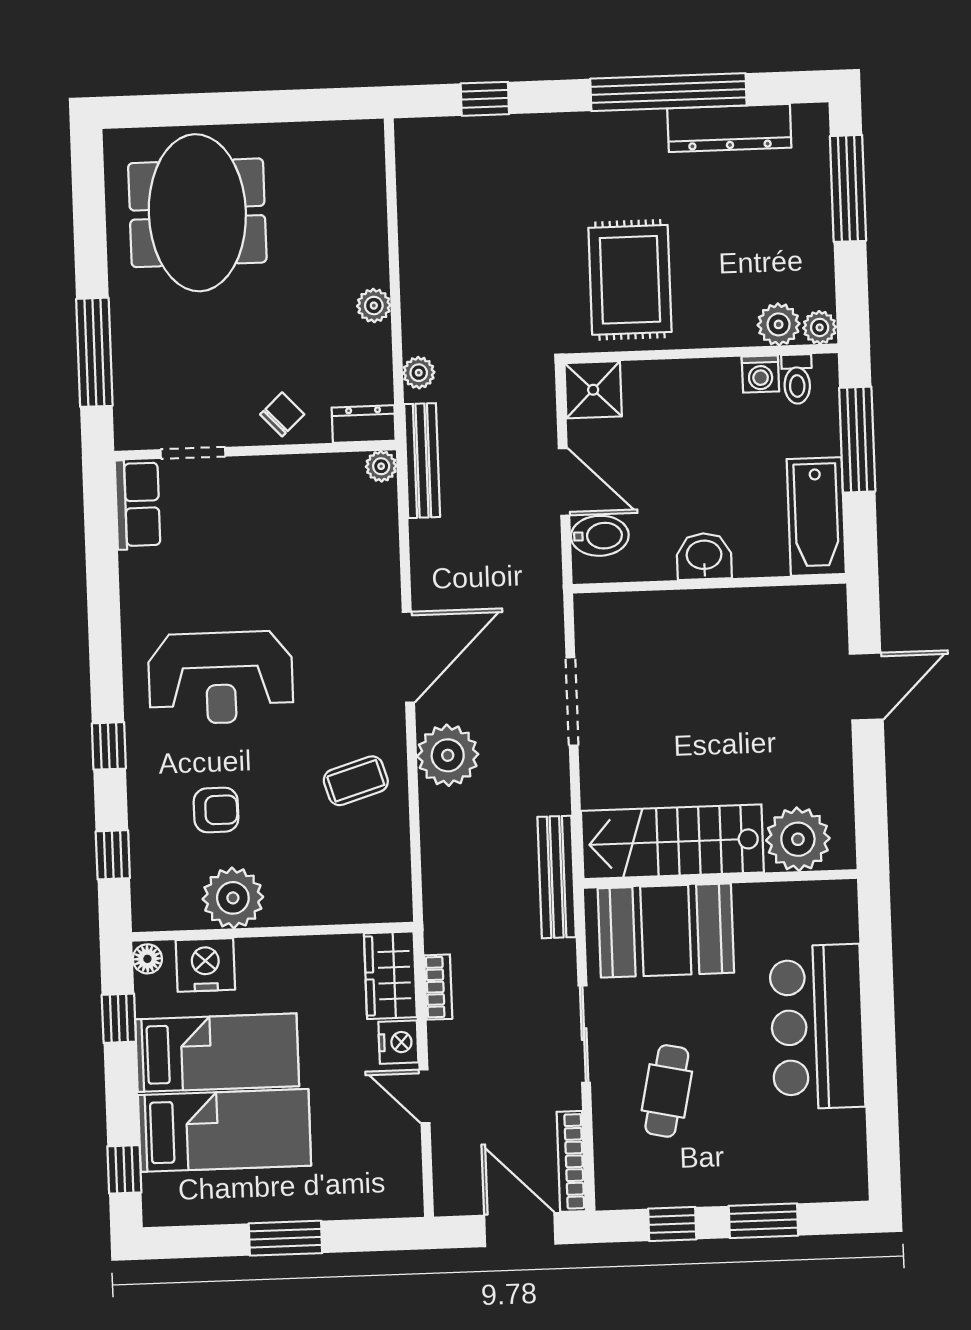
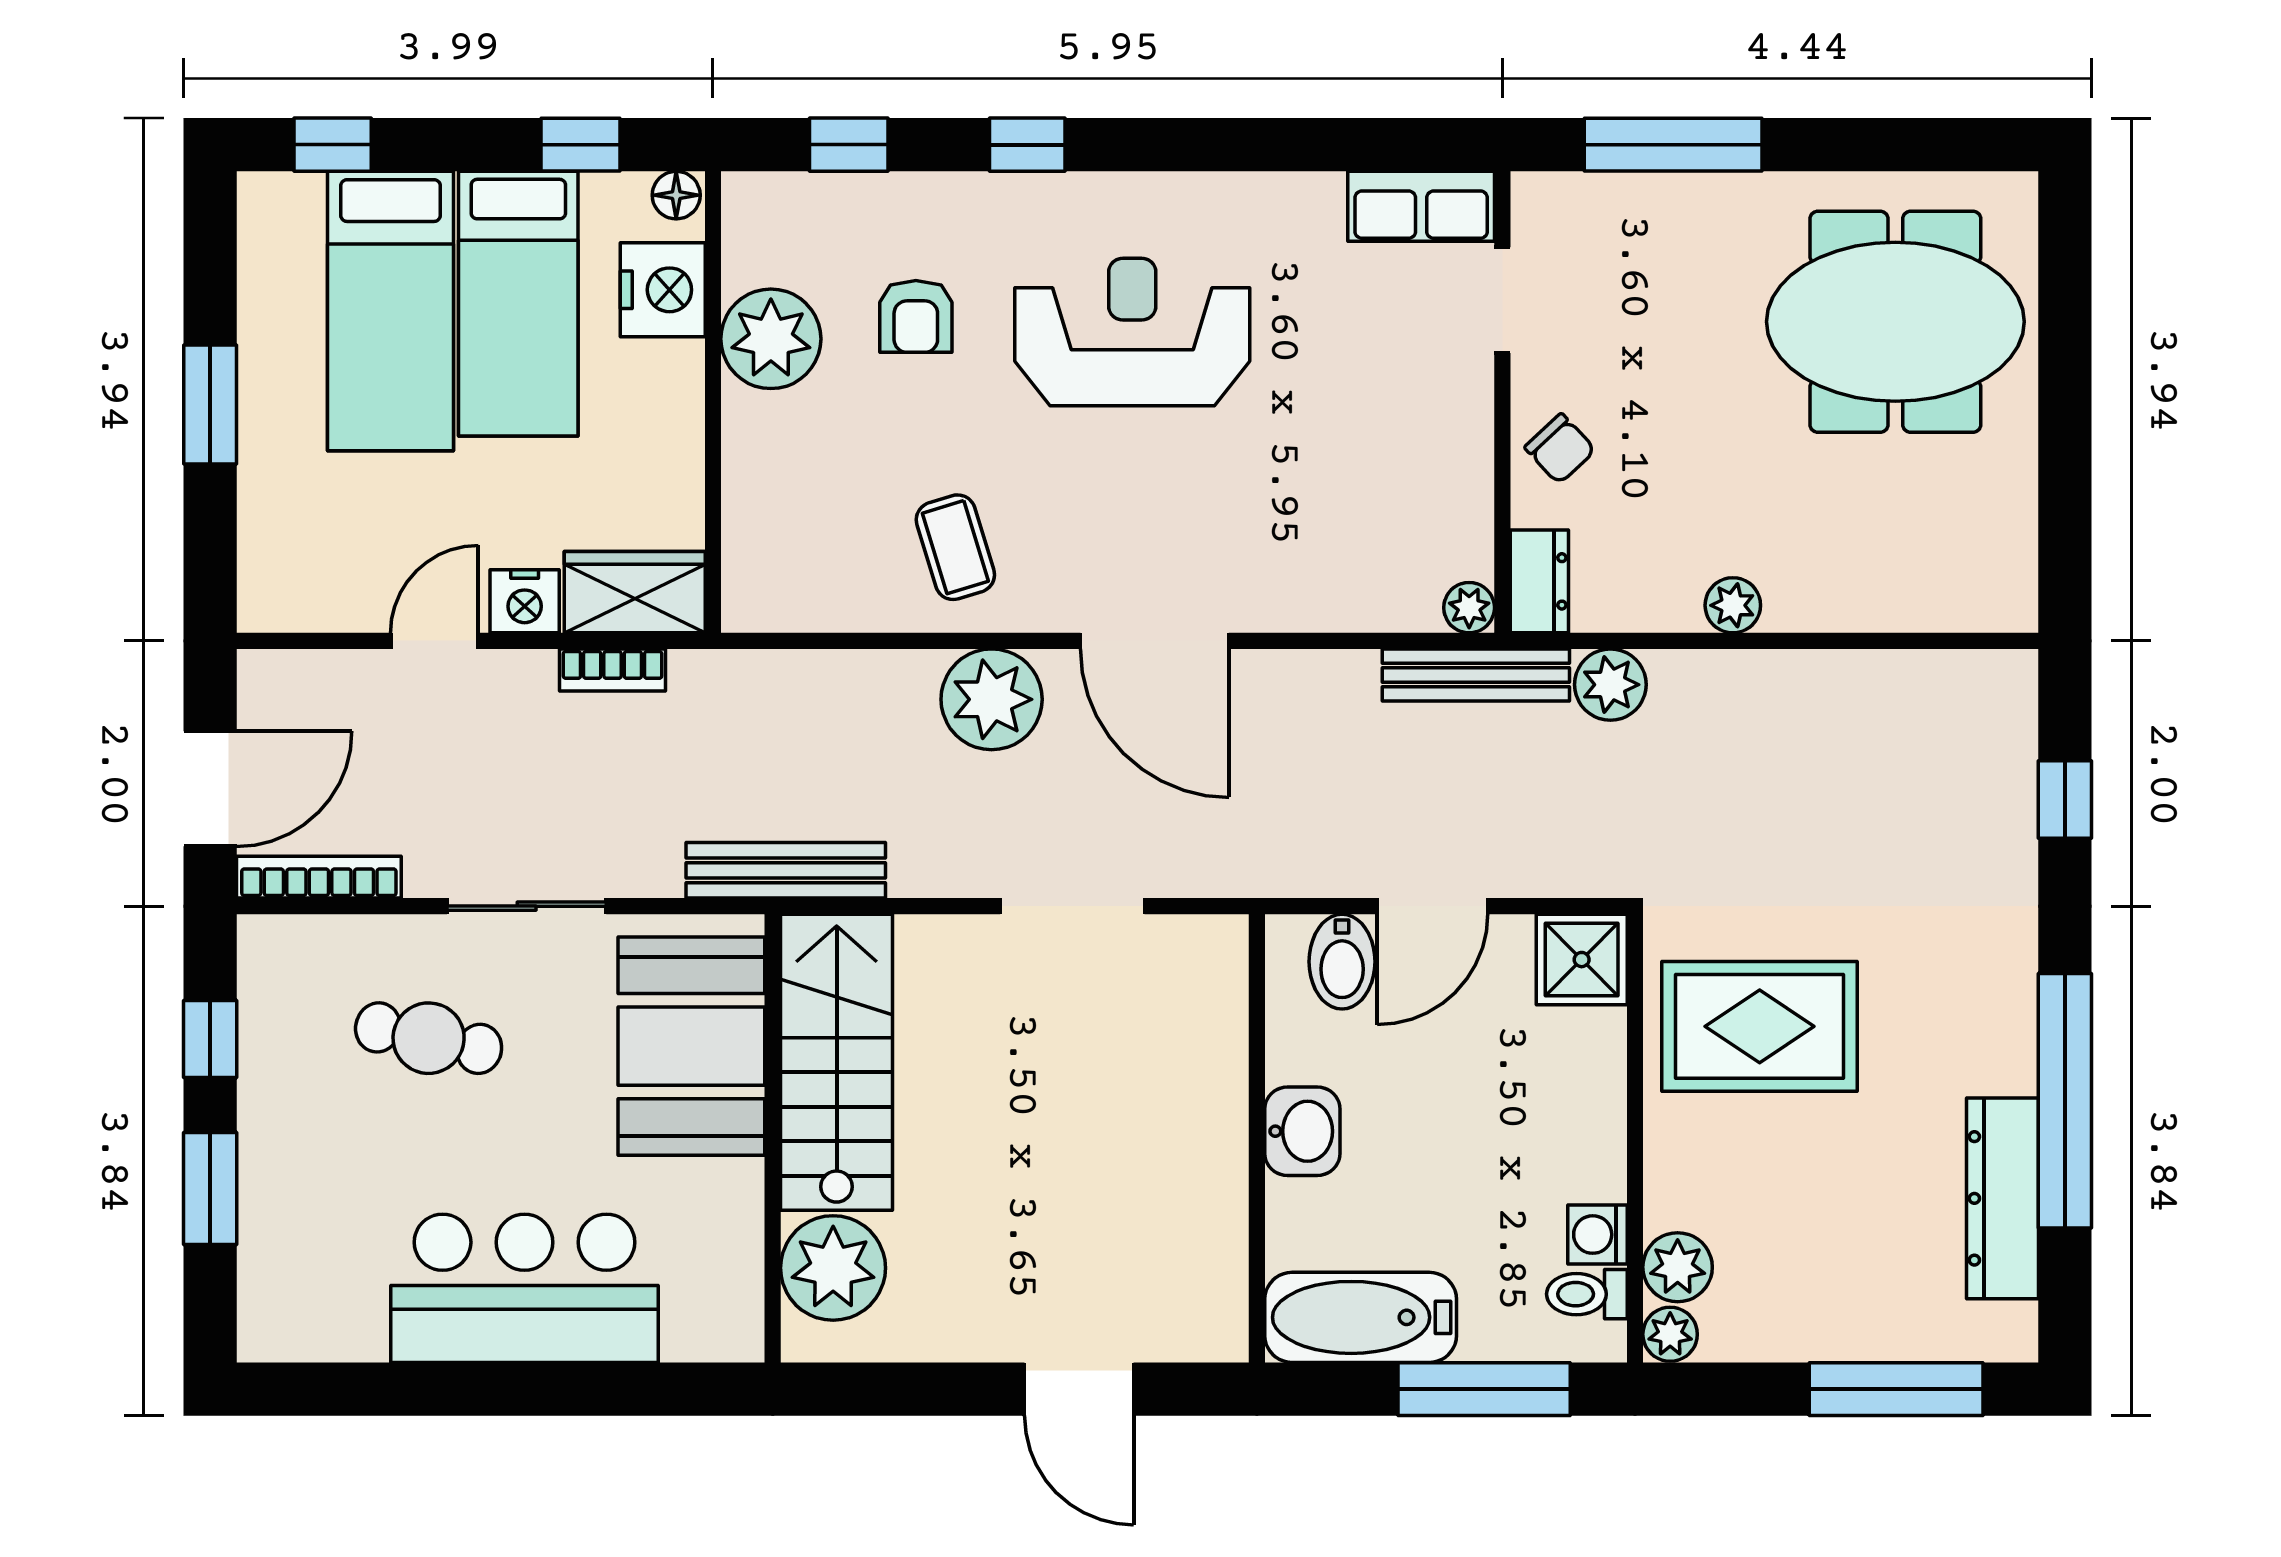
plant: (419, 373) -> (1610, 685), width x1.38, depth x1.38
reception desk: (221, 678) -> (1132, 332), turned 90

